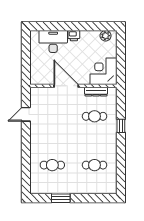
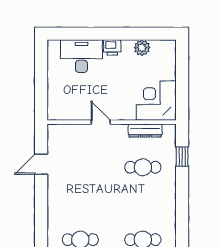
plant: (106, 36) -> (142, 48), moved
door: (66, 86) -> (101, 122), width x0.53
window: (121, 126) -> (182, 157), moved

